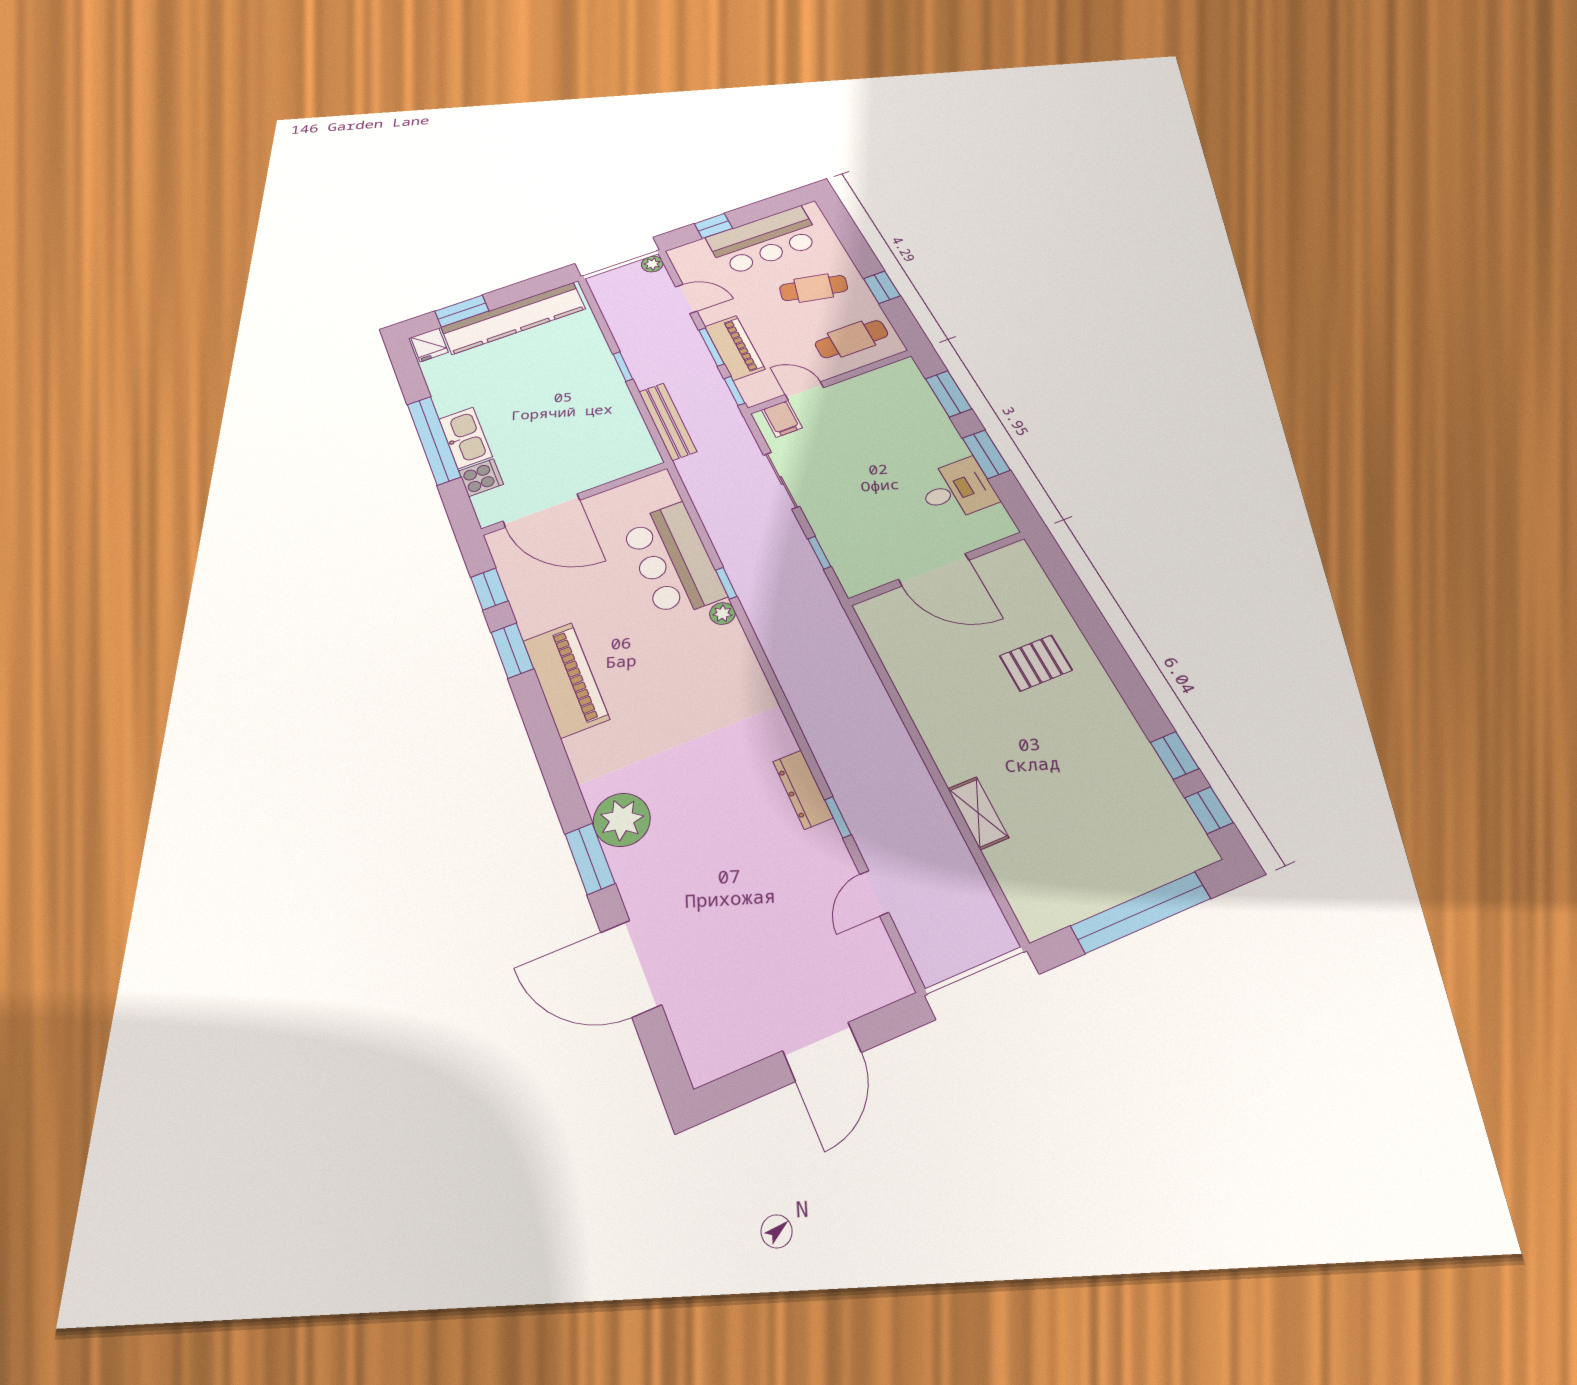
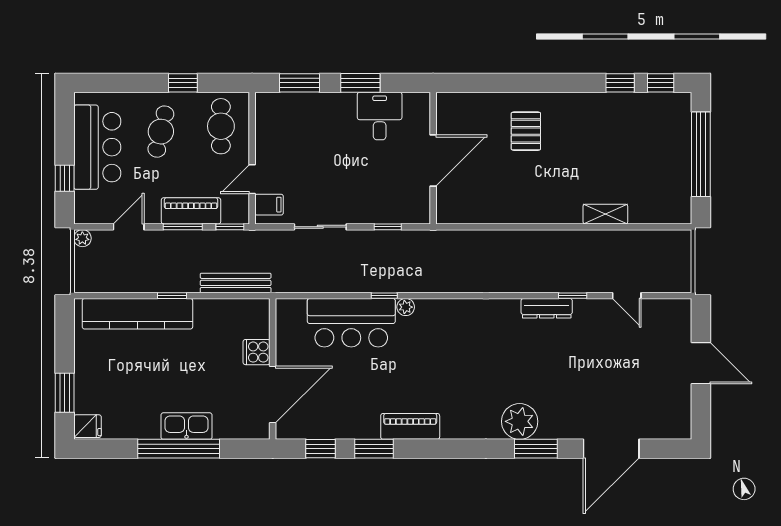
kitchen counter: (513, 318) -> (137, 314), moved, turned 90
cooker: (481, 478) -> (257, 352), moved, turned -90
piano: (566, 680) -> (410, 426), width x0.73, depth x0.75

